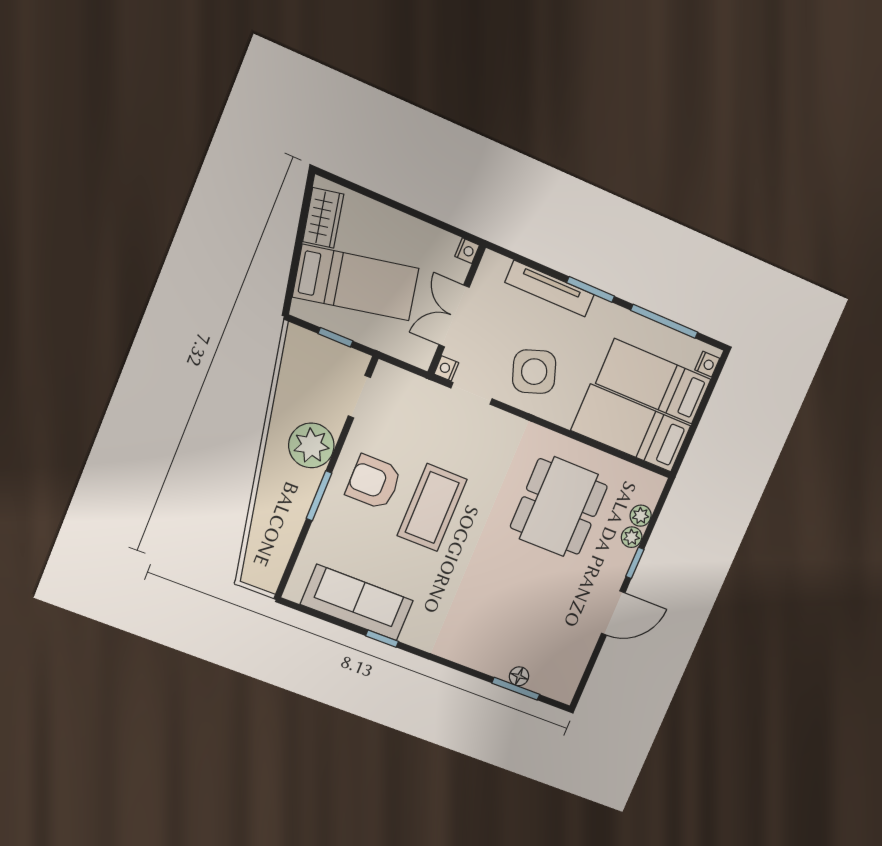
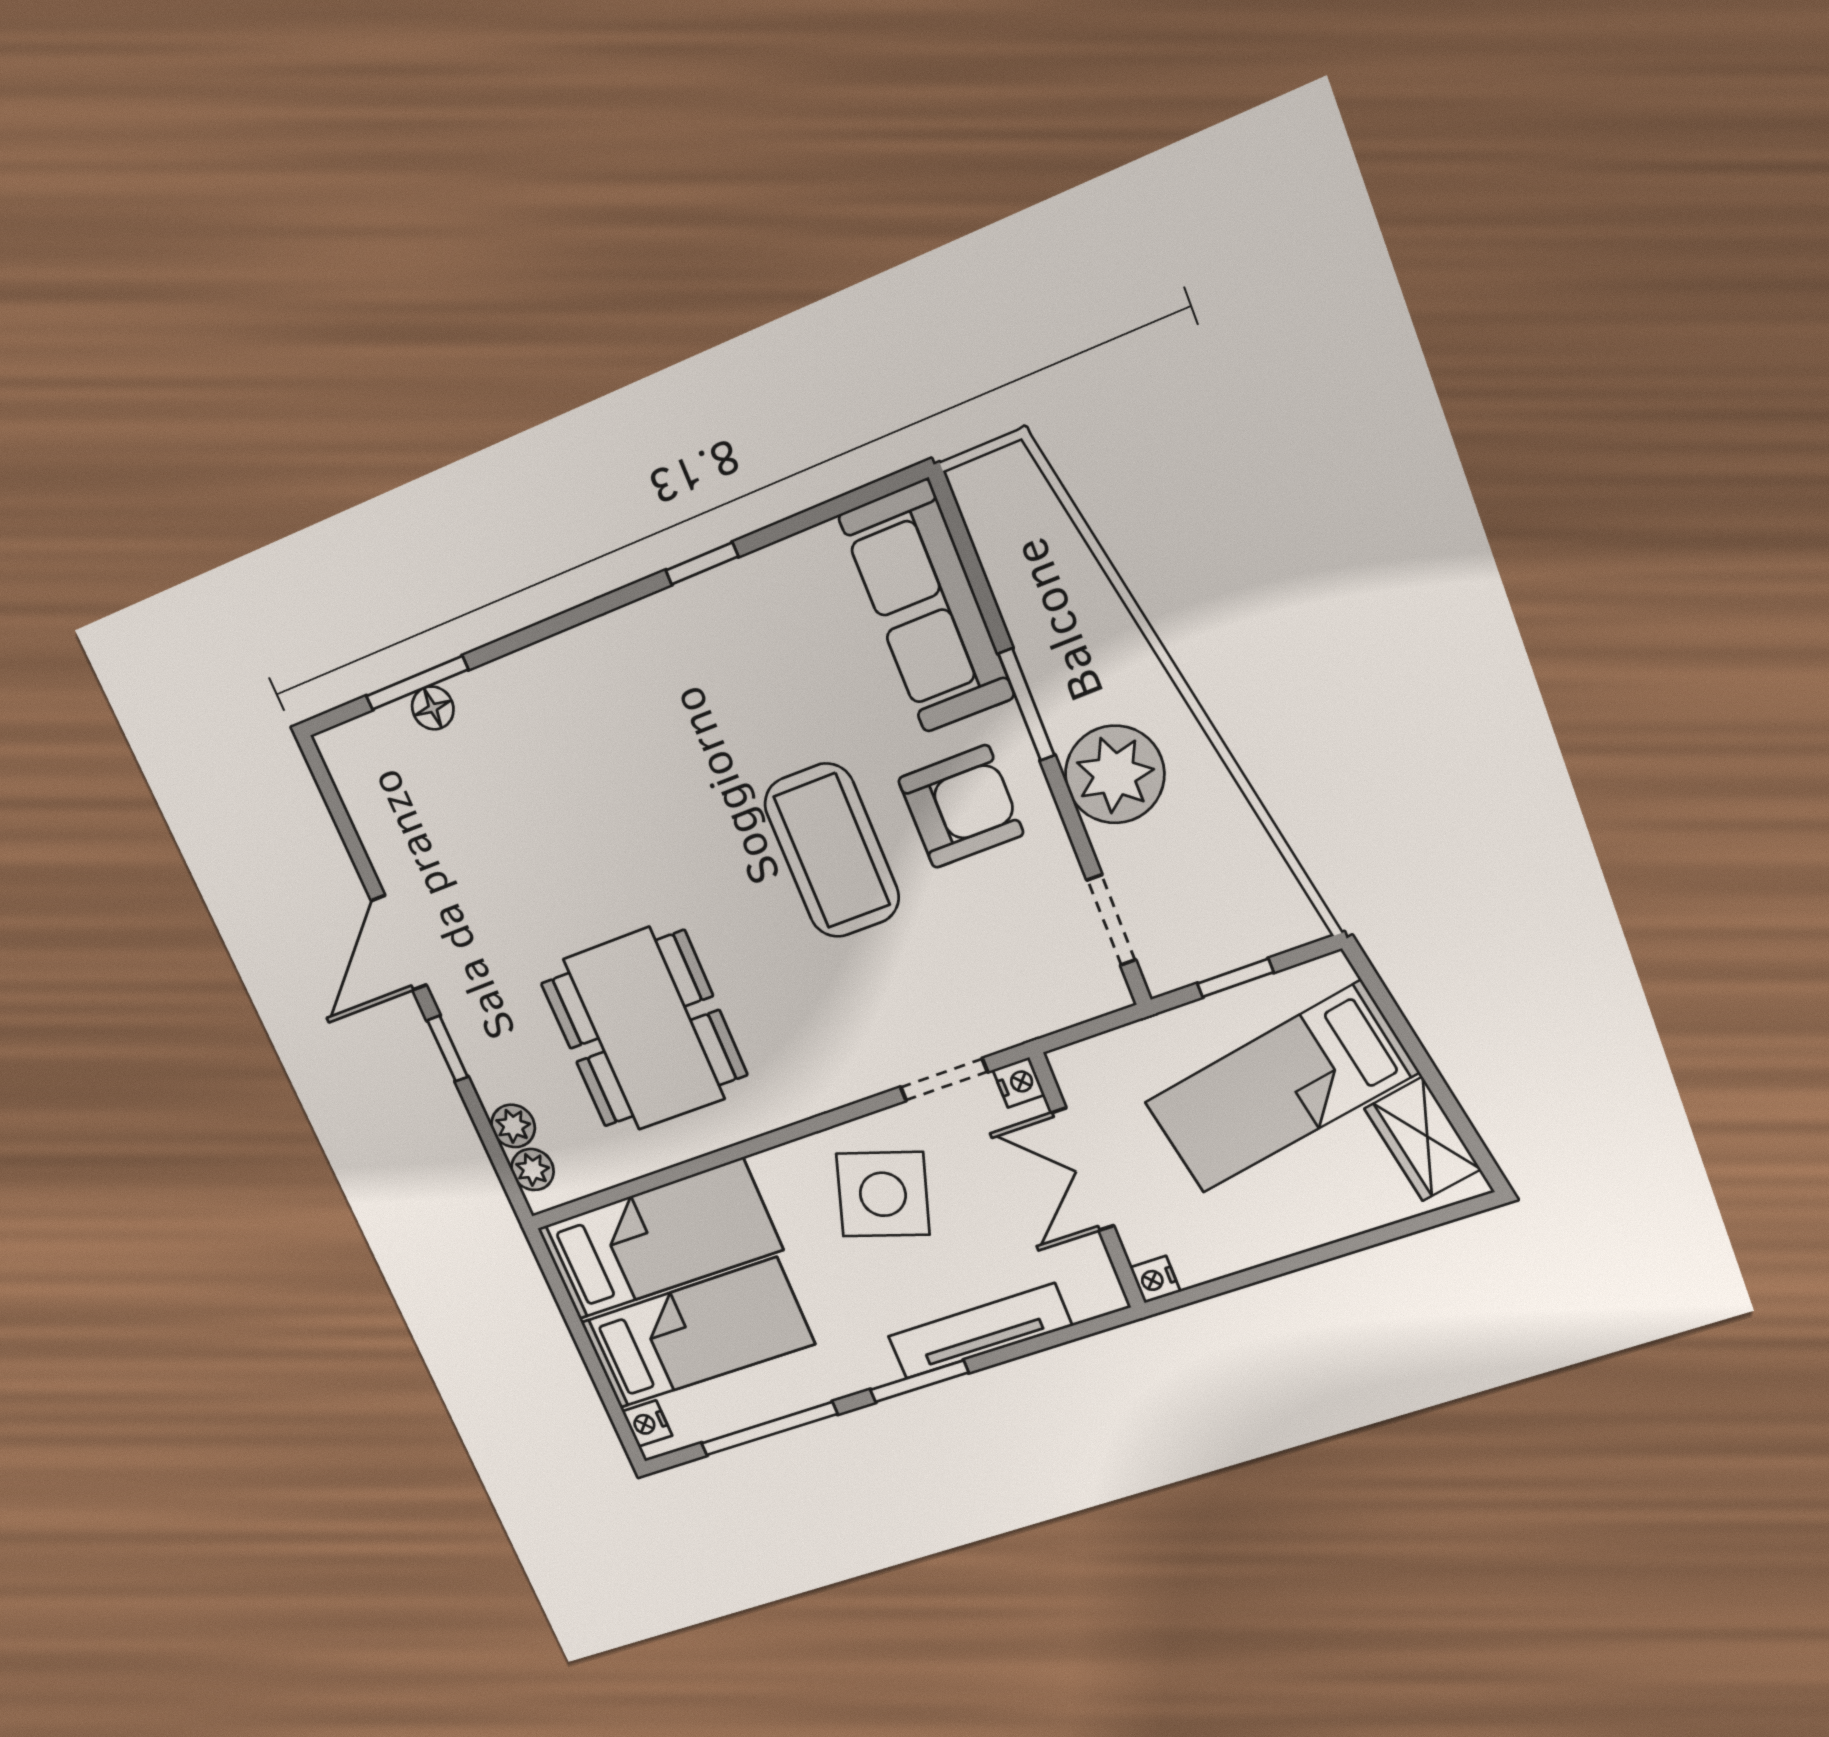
double door: (454, 316) -> (1083, 1170), swing flipped
side table: (534, 372) -> (883, 1194), turned 37
plant: (632, 537) -> (533, 1170), moved
sofa: (357, 602) -> (927, 607), moved, turned 90

